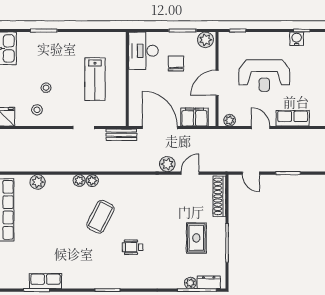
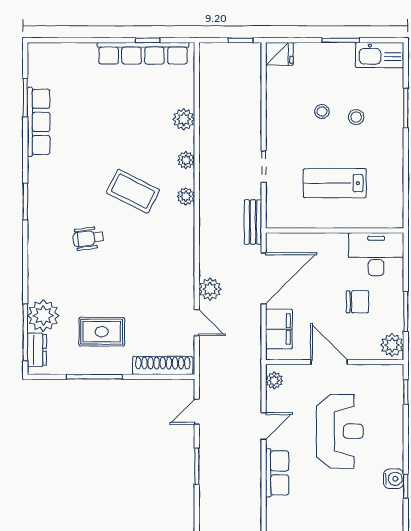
reception desk: (264, 75) -> (340, 431), turned 180
stool: (37, 110) -> (356, 117), moved
plant: (92, 181) -> (186, 196), moved
plant: (38, 182) -> (184, 119), moved
wheelchair: (133, 247) -> (88, 238), turned -98
row of seats: (45, 281) -> (39, 122), width x1.48
plant: (190, 283) -> (43, 316), width x1.87, depth x1.87

